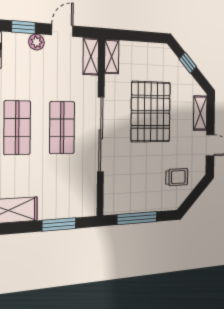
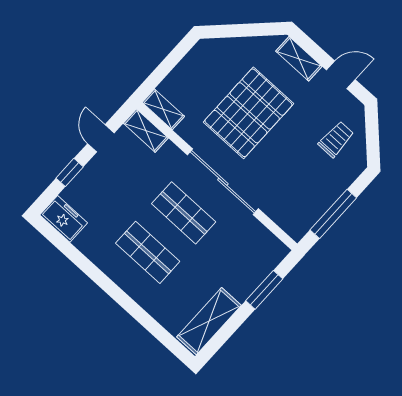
plant: (36, 42) -> (91, 172), removed
window: (188, 63) -> (238, 31), removed
pallet: (151, 112) -> (248, 113), turned 90

